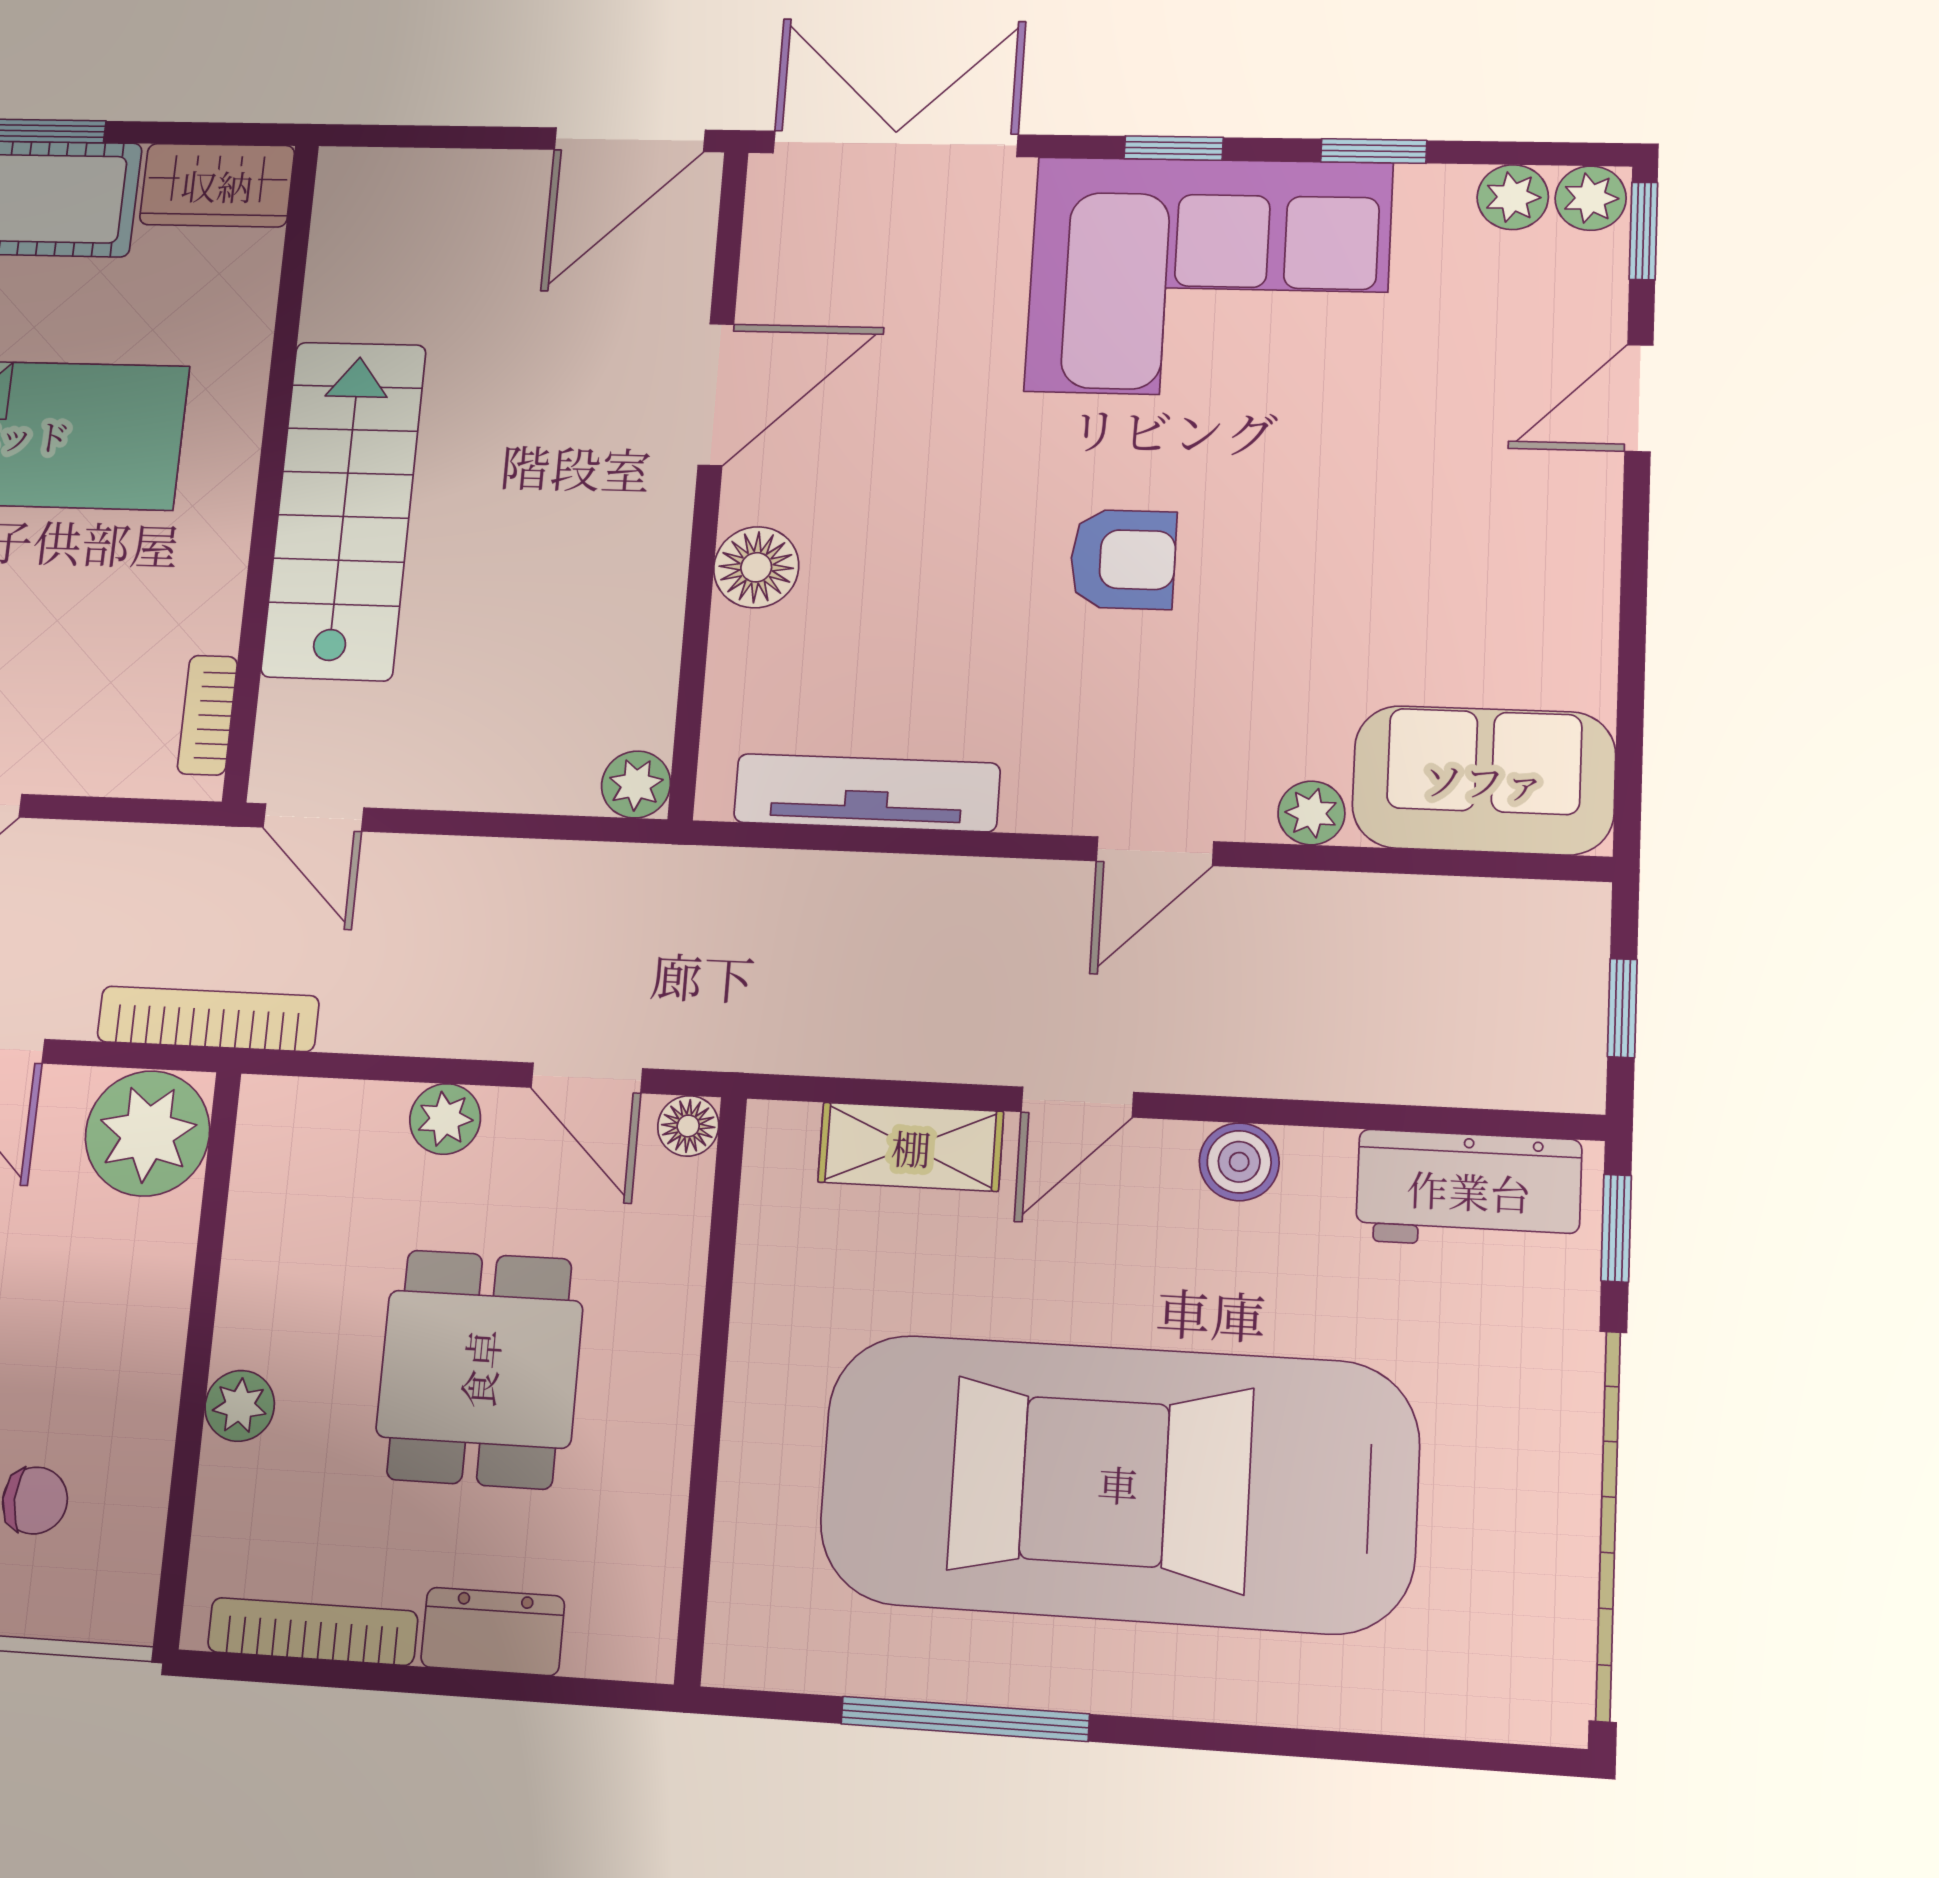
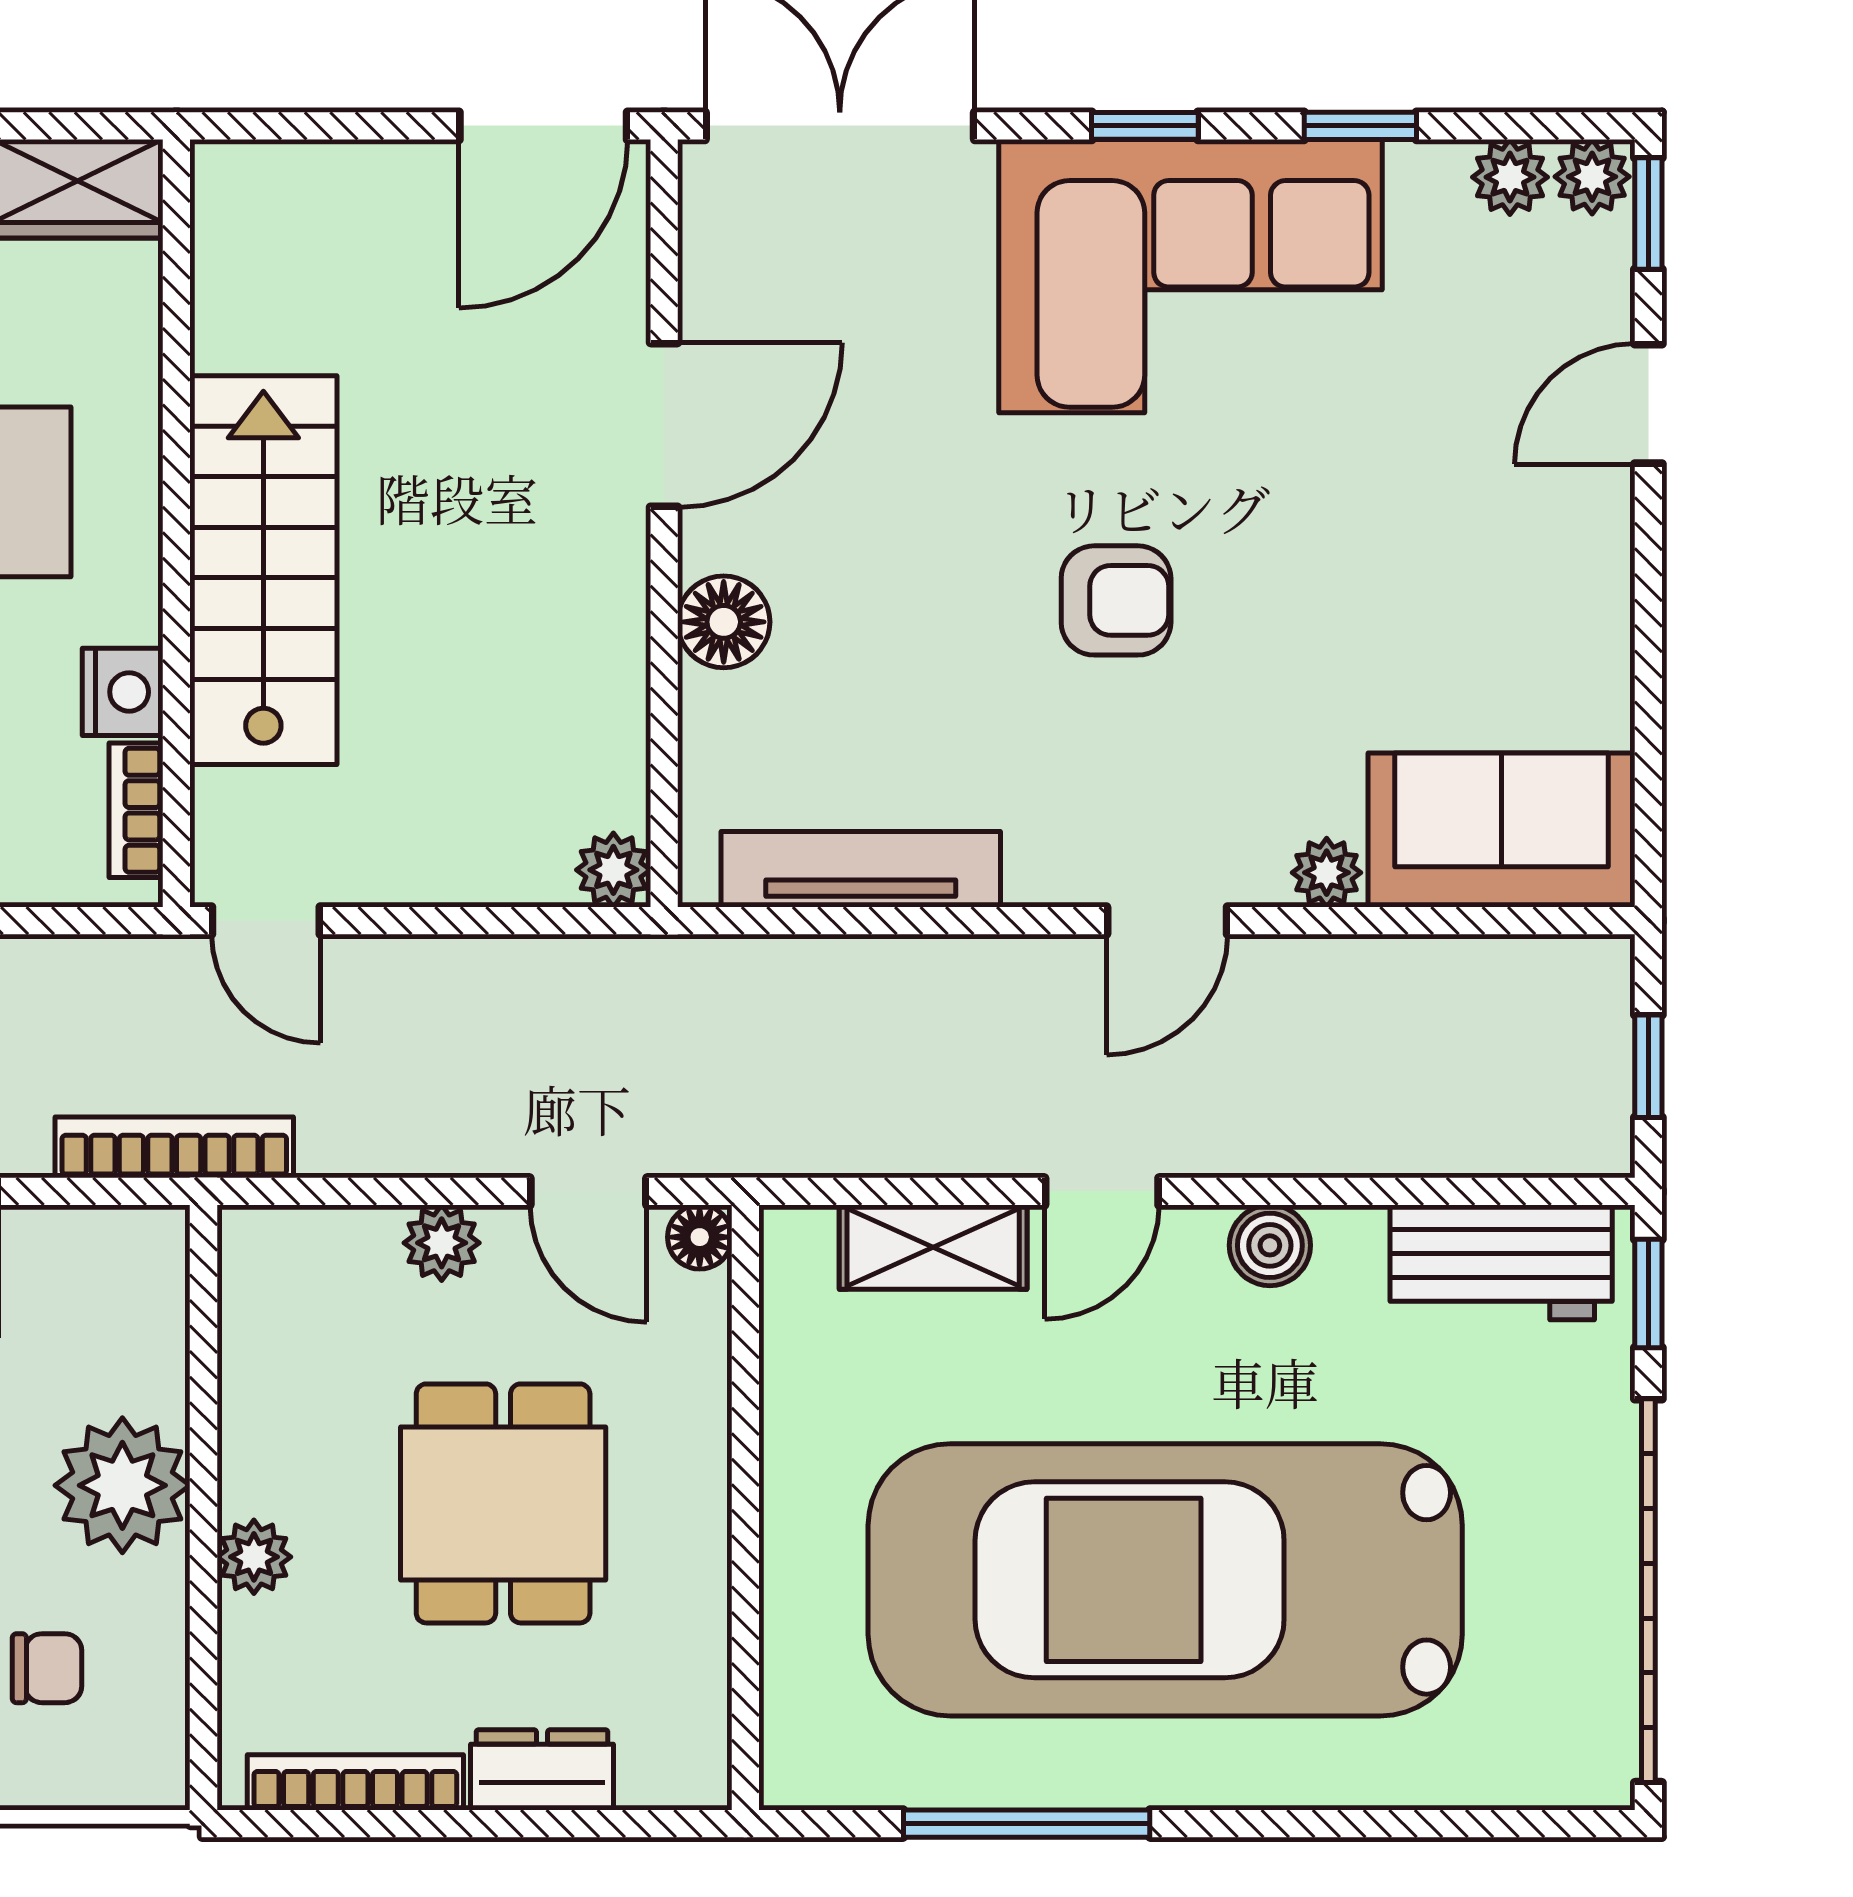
nightstand: (207, 611) -> (123, 692), added
plant: (147, 1133) -> (122, 1485), moved

